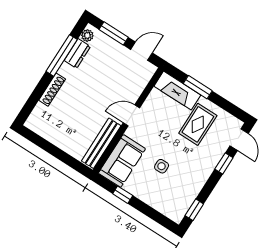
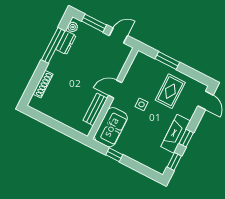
shoe rack: (52, 90) -> (43, 84), moved
fireplace: (177, 91) -> (176, 134), moved, turned 90
bench: (101, 143) -> (95, 109), width x0.73
window: (224, 163) -> (186, 138), moved
side table: (162, 166) -> (142, 104), moved

